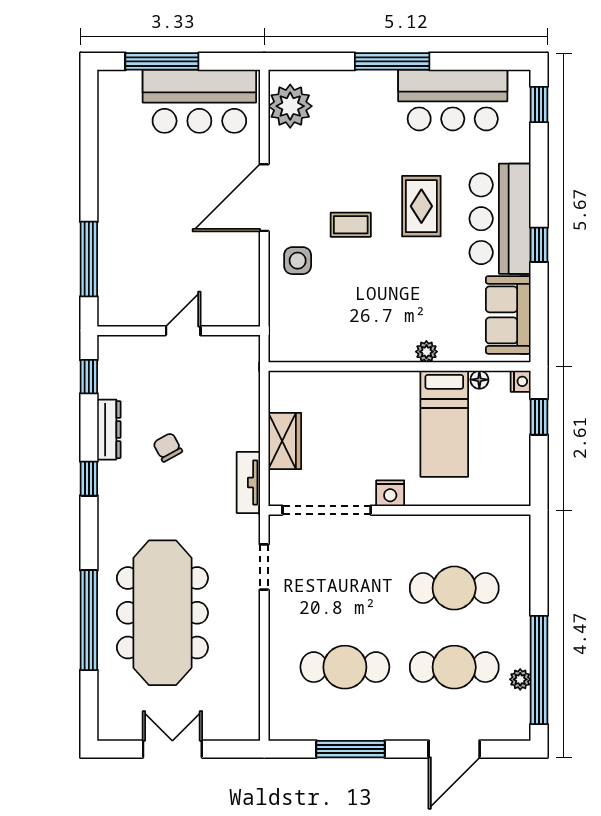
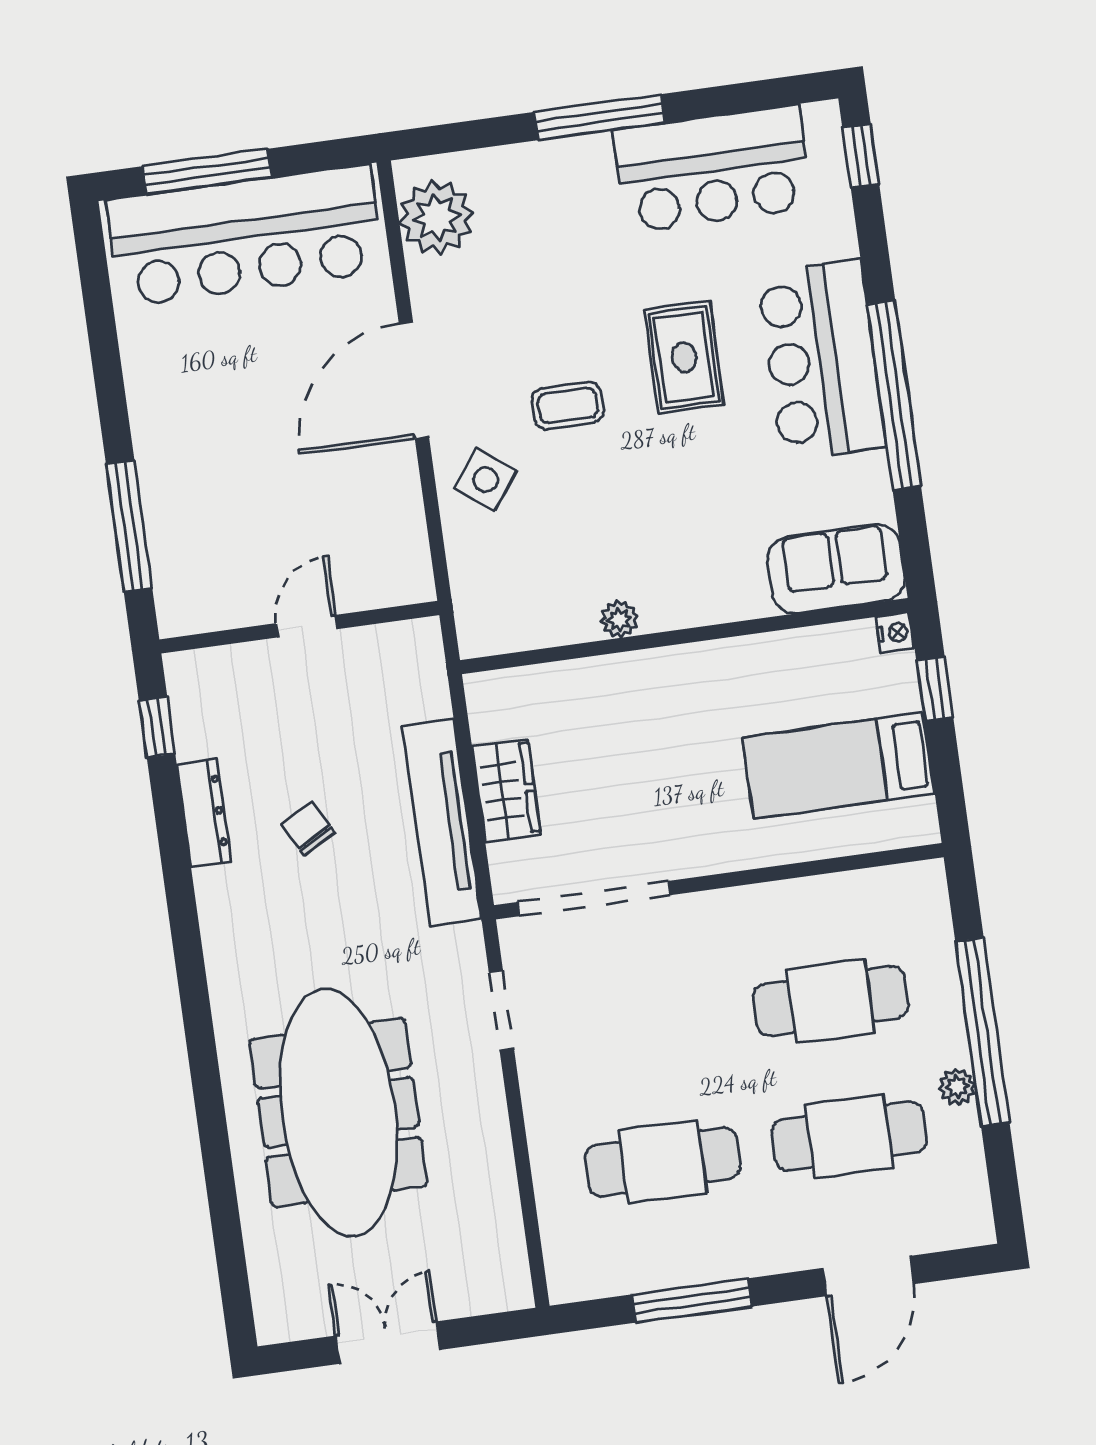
bar counter: (199, 101) -> (245, 236), width x1.36
window: (539, 245) -> (894, 395), width x3.17
side table: (298, 261) -> (486, 479), turned 37
sofa: (508, 315) -> (836, 569), moved, turned 90
plant: (426, 352) -> (619, 619), moved
floor lamp: (479, 380) -> (824, 640), removed
bed: (444, 424) -> (839, 766), moved, turned 90
window: (89, 479) -> (181, 901), removed
tv unit: (248, 482) -> (442, 823), width x1.92, depth x1.29
nightstand: (390, 493) -> (699, 854), removed
window: (89, 620) -> (215, 1142), removed
window: (539, 670) -> (982, 1032), moved
plant: (520, 679) -> (957, 1087), moved

